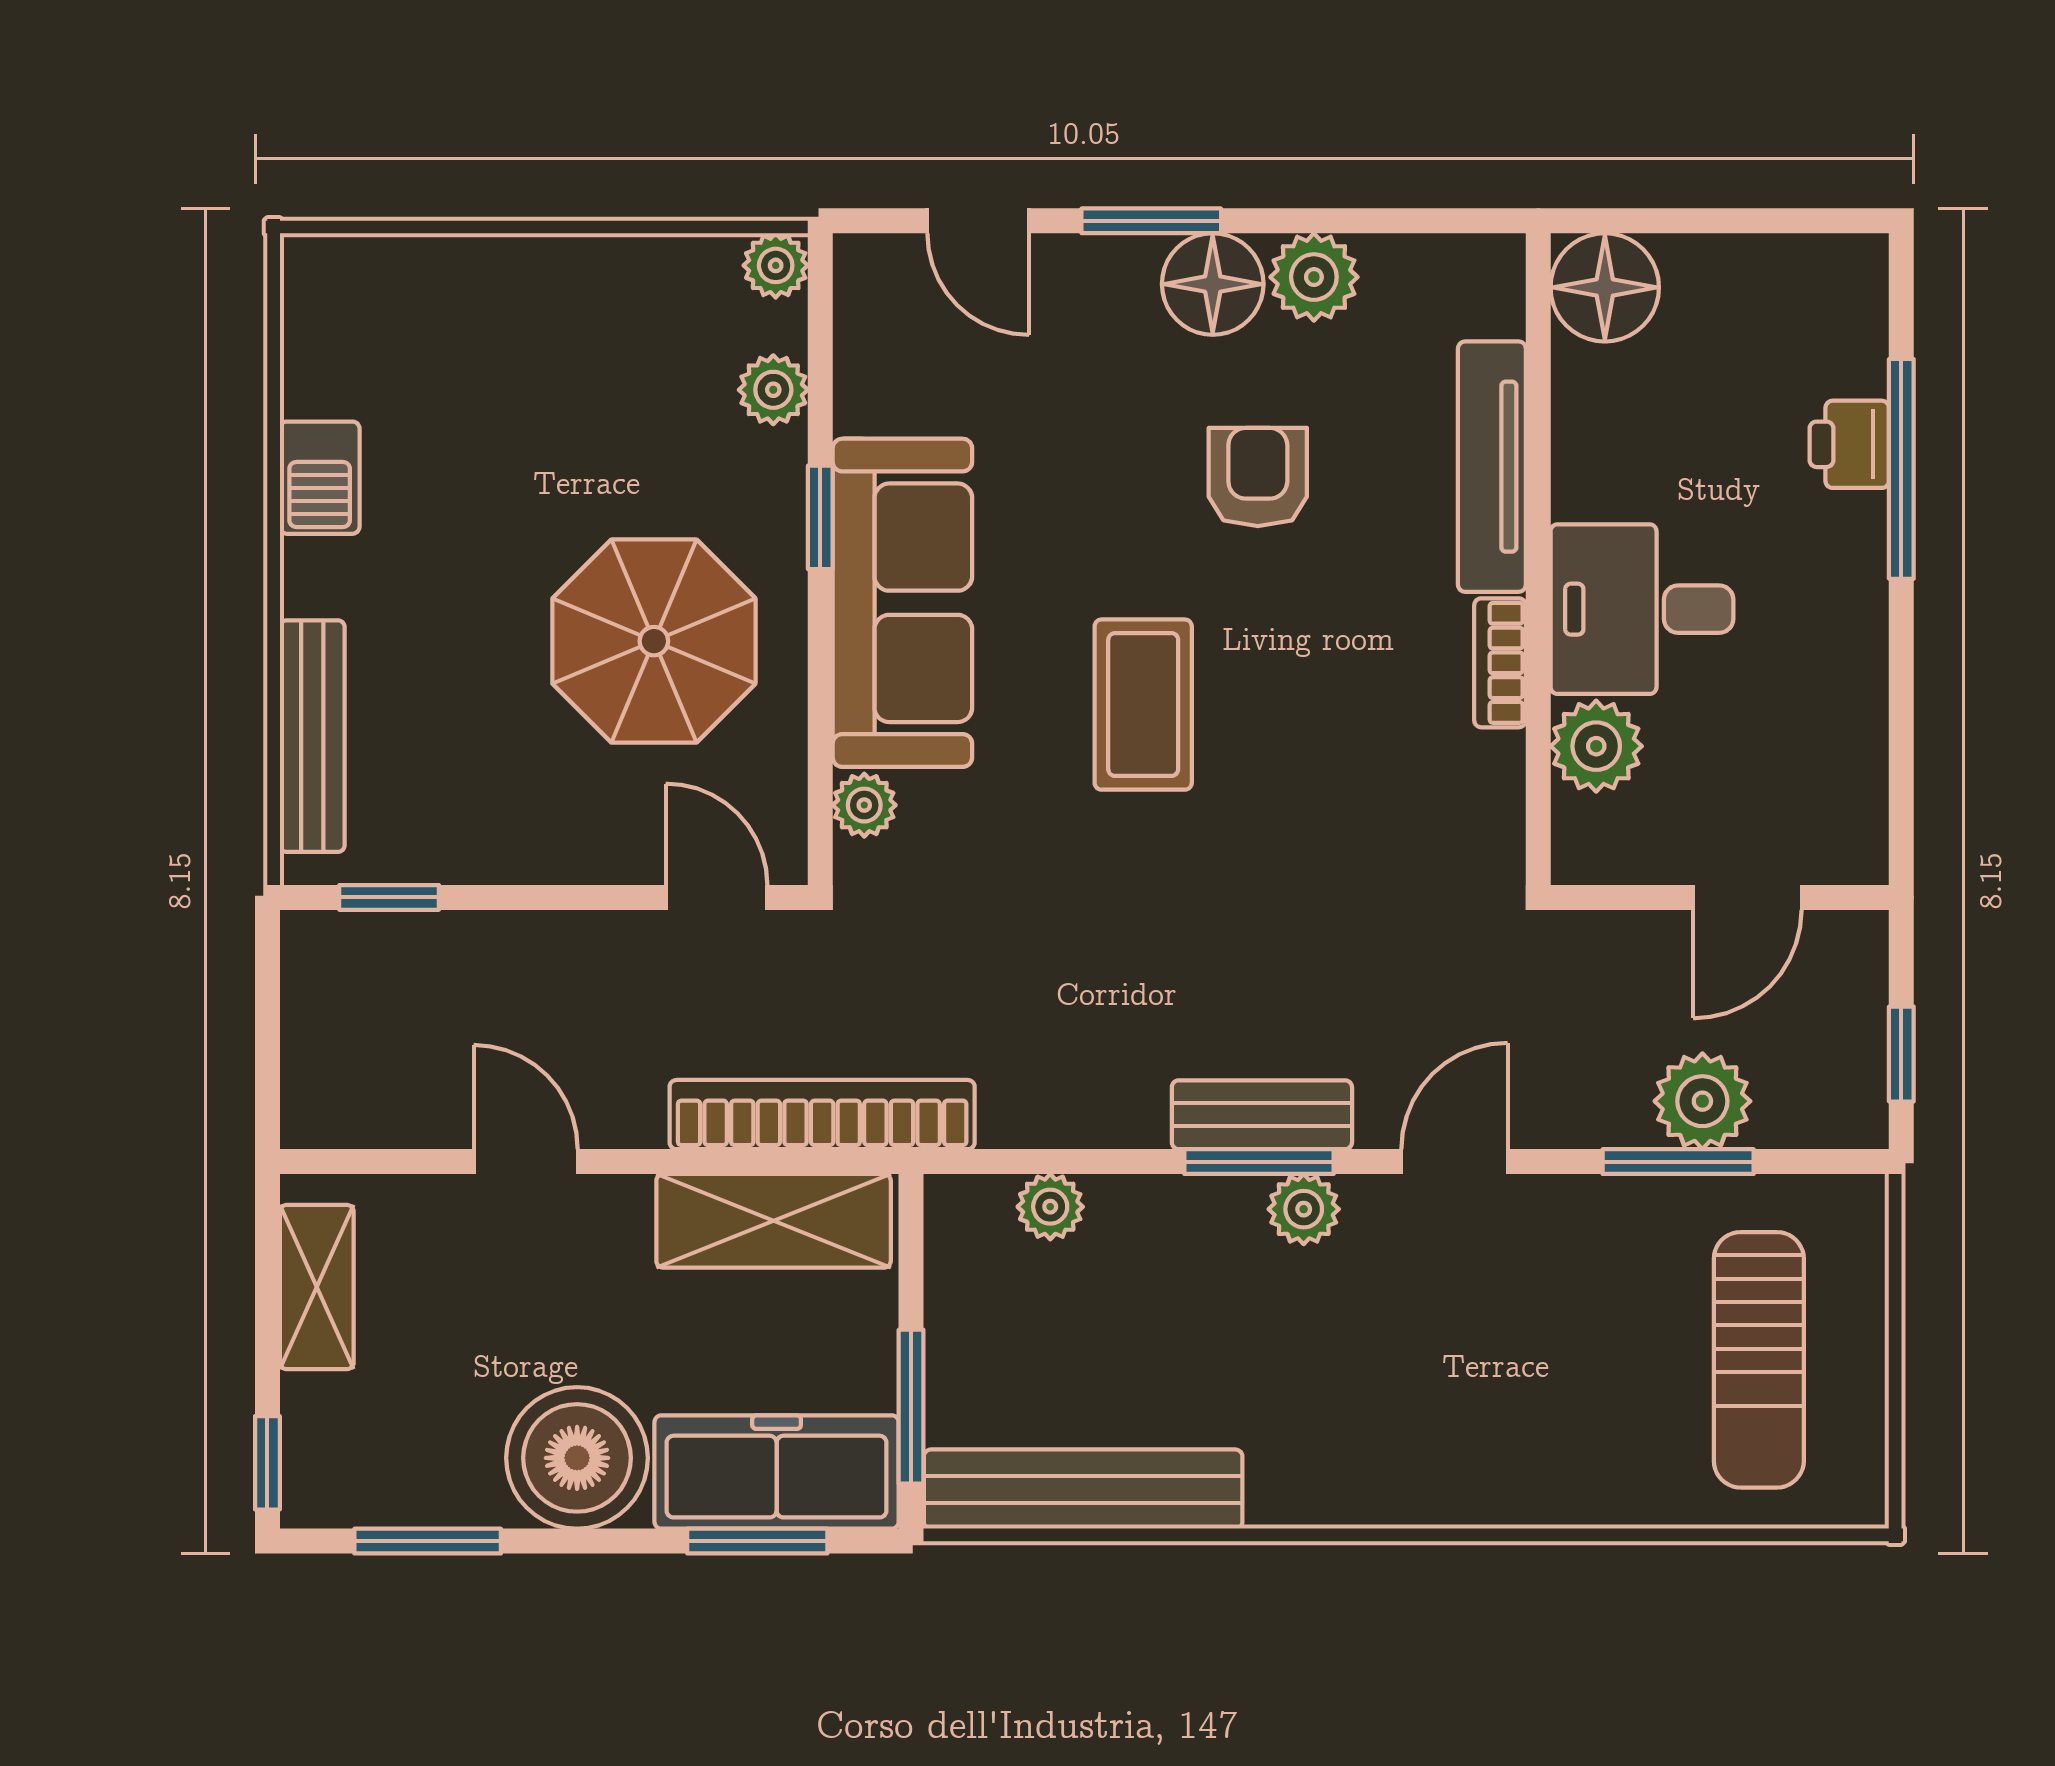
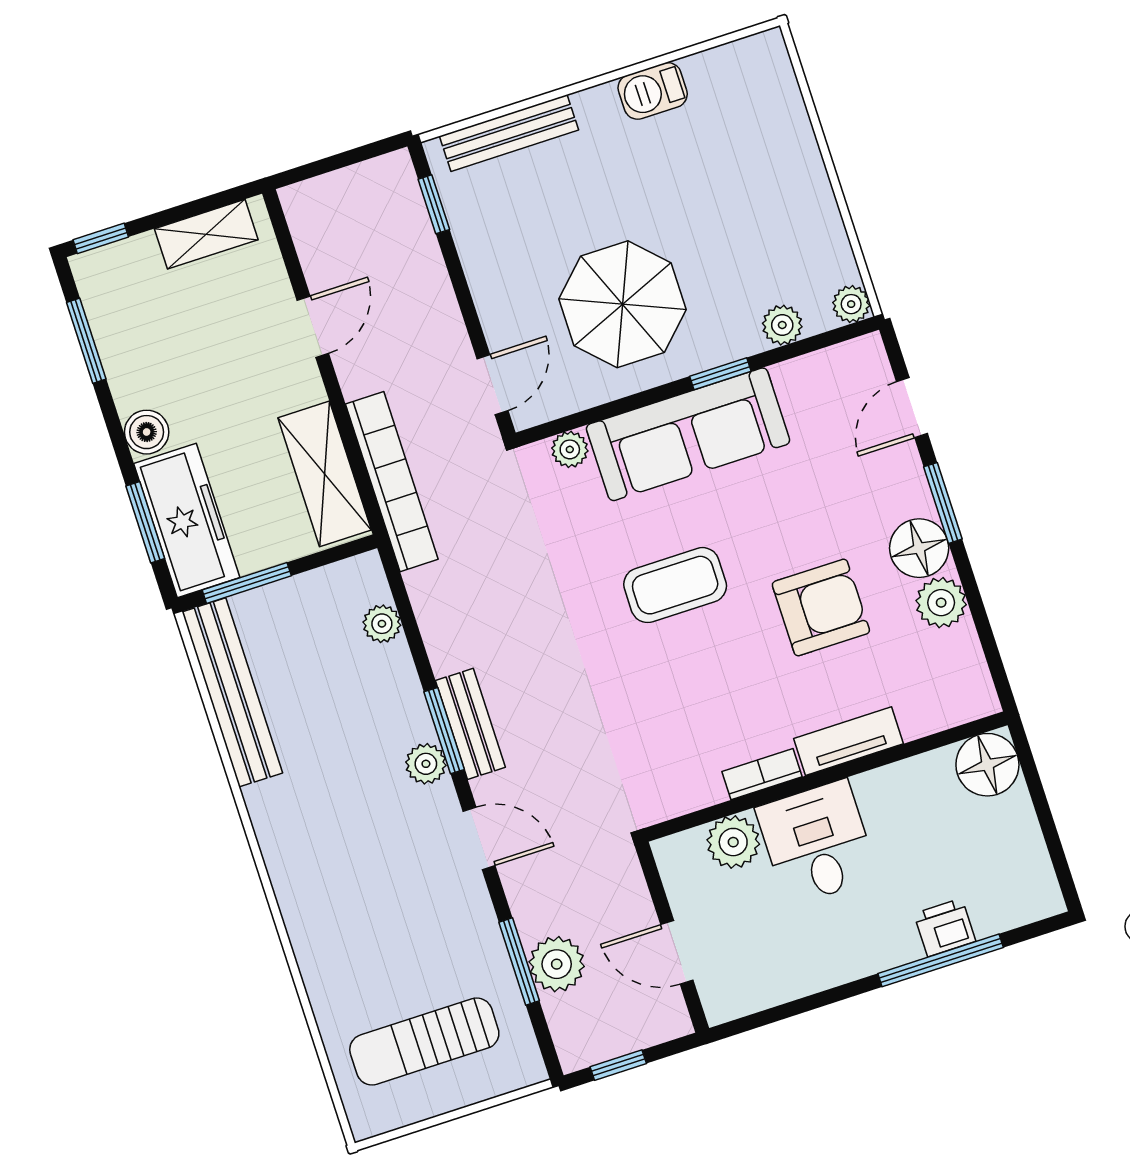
tv unit: (1492, 467) -> (849, 741), width x0.71
armchair: (1258, 477) -> (821, 607), width x1.38, depth x1.38
boiler: (577, 1458) -> (147, 432), width x0.54, depth x0.54

